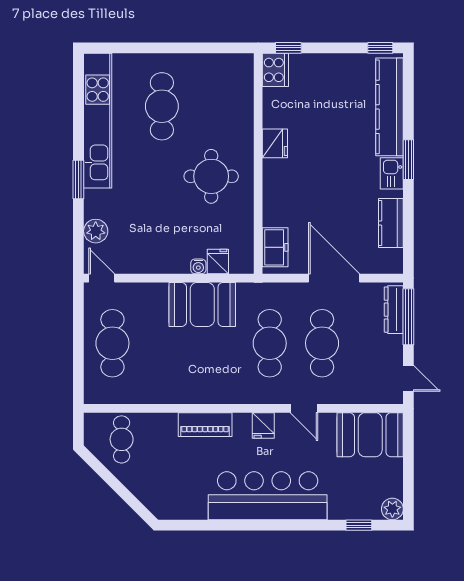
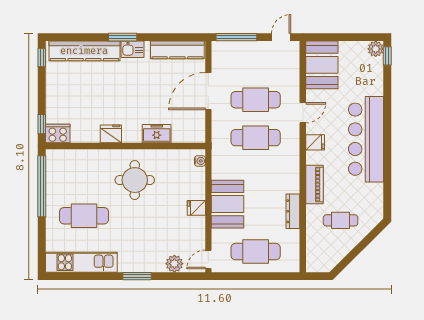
window: (203, 48) -> (42, 186), added
kitchen unit: (98, 121) -> (81, 262), width x0.73
kitchen counter: (391, 223) -> (177, 50), width x1.50
freezer: (275, 247) -> (157, 134), moved
fridge: (218, 261) -> (196, 208), moved
water cooler: (198, 266) -> (200, 161), moved
booth: (202, 305) -> (228, 204), moved
dresser: (394, 310) -> (293, 211), moved, turned 90
cafe table: (122, 439) -> (341, 220), moved
window: (359, 525) -> (387, 56), moved

